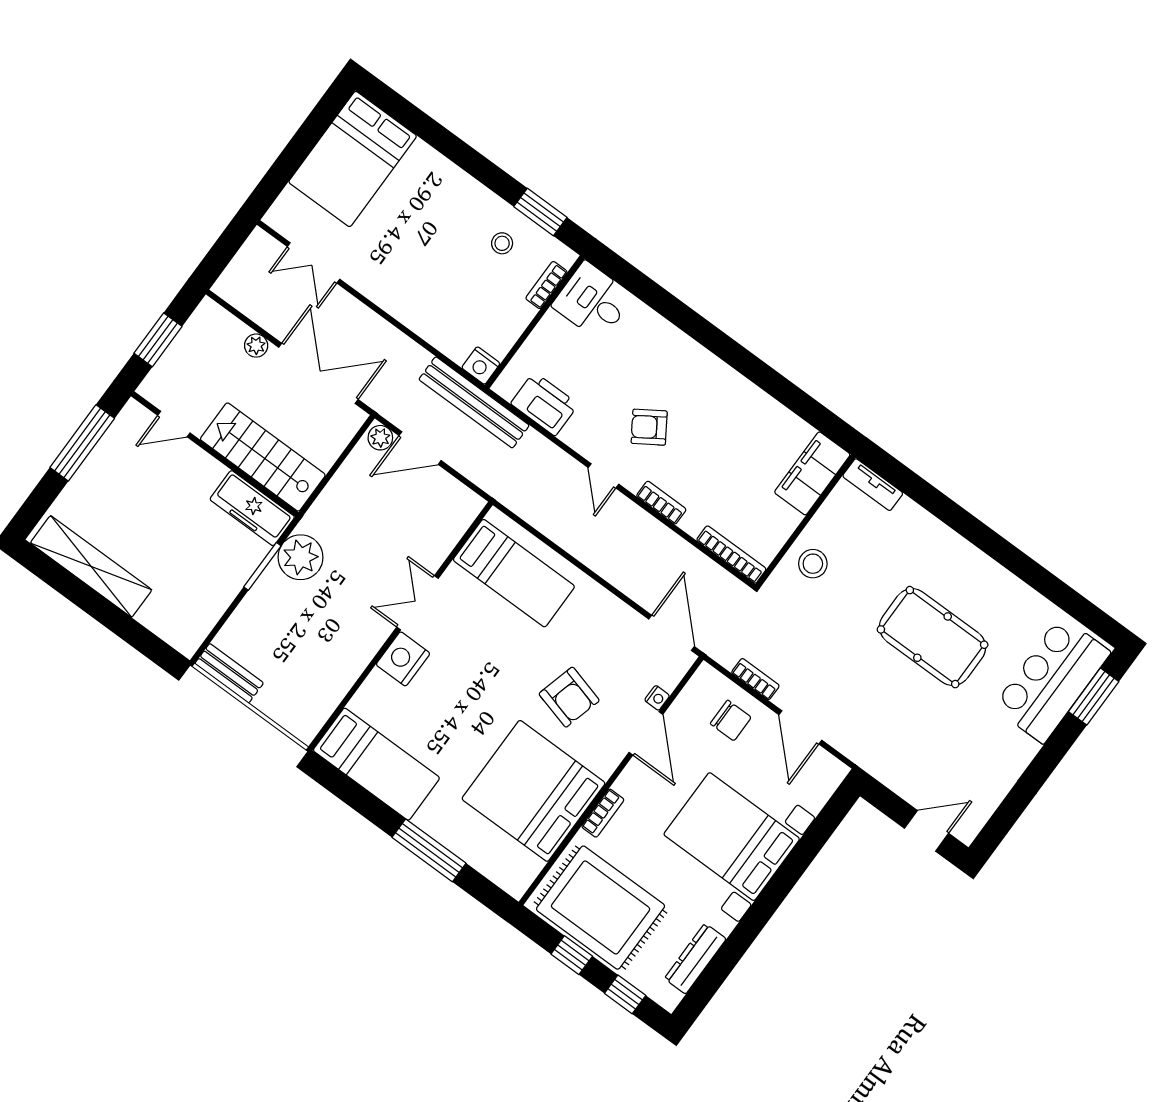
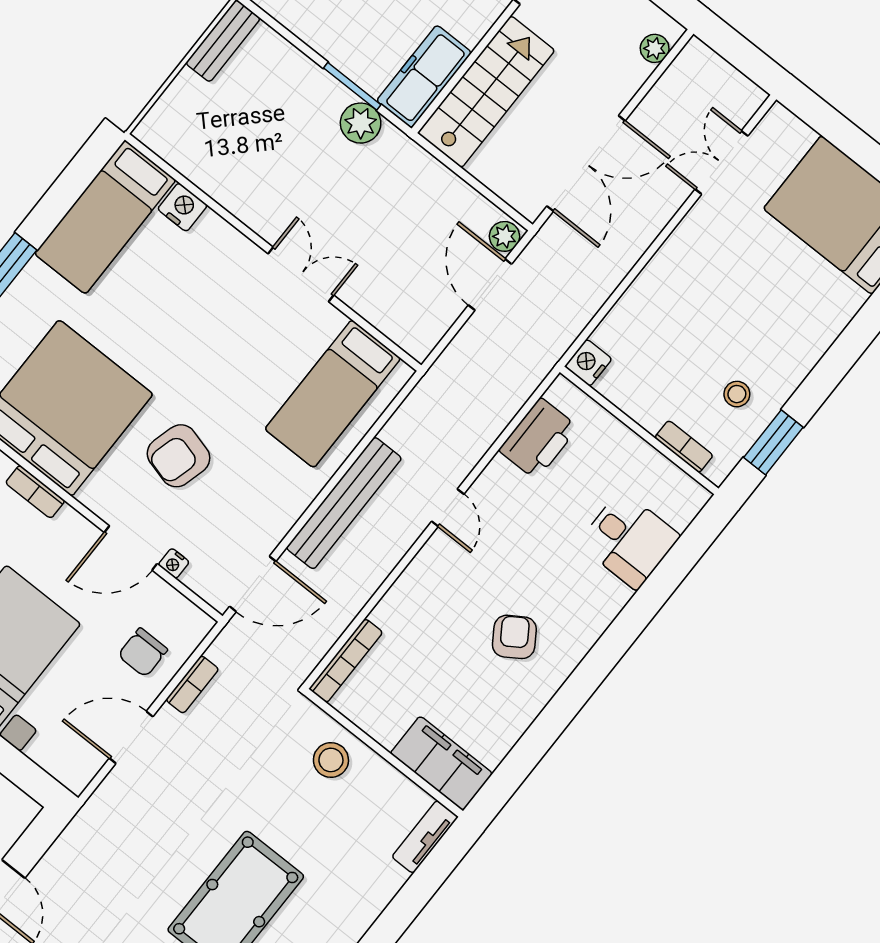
desk: (593, 301) -> (629, 540), moved, turned 90
plant: (256, 346) -> (655, 48), moved
bench: (474, 402) -> (344, 503), moved
armchair: (649, 427) -> (514, 637), moved
door: (603, 476) -> (448, 508), swing flipped
bookcase: (661, 503) -> (412, 577), removed
plant: (300, 557) -> (361, 123), width x0.73, depth x0.73
nightstand: (403, 659) -> (182, 207), moved, width x0.74, depth x0.75

